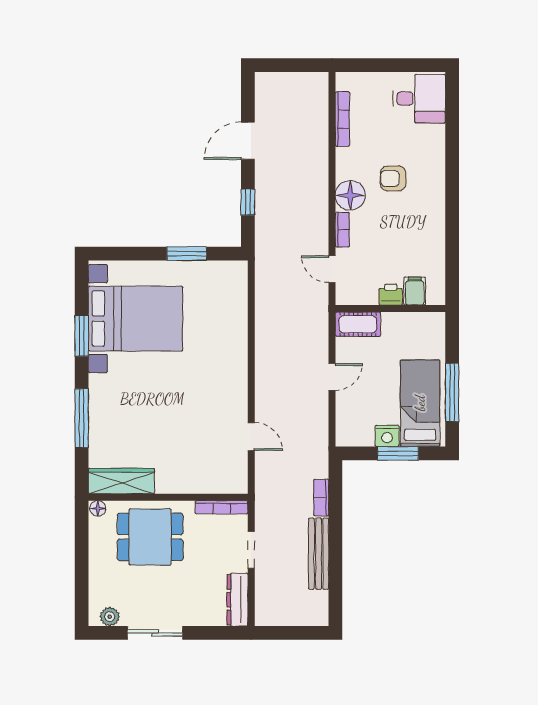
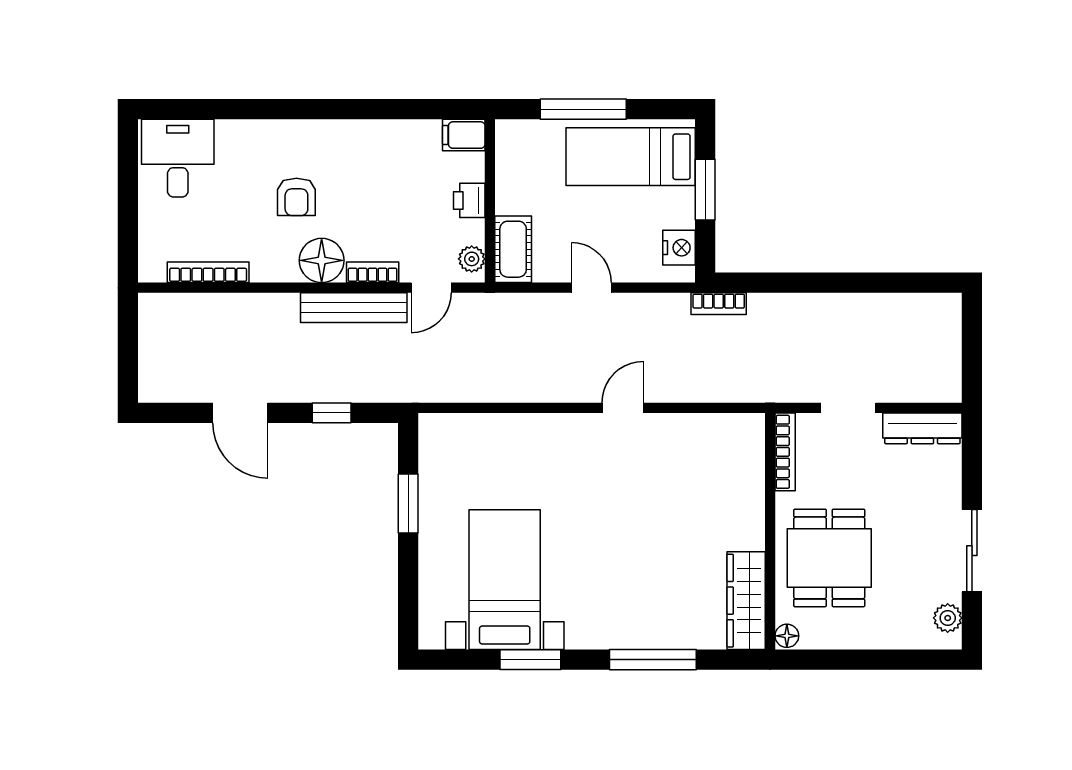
filing cabinet: (415, 291) -> (464, 135), moved
plant: (351, 296) -> (472, 259), added
bed with nightstands: (135, 319) -> (505, 580), width x0.73
window: (452, 392) -> (583, 109), moved
nightstand: (387, 436) -> (679, 248), moved
door: (251, 437) -> (623, 408), moved
bookcase: (321, 498) -> (719, 304), moved
bench: (319, 554) -> (354, 308), moved

